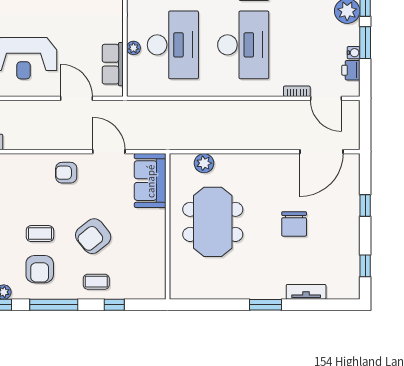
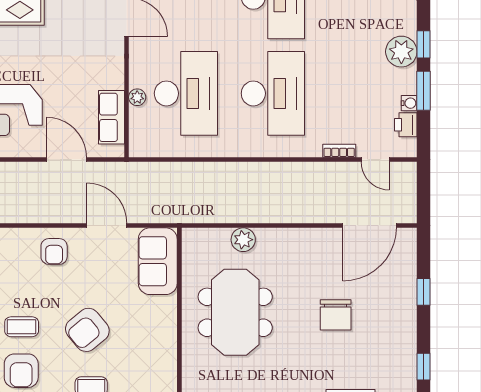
door: (326, 98) -> (375, 160), width x0.73
plant: (204, 163) -> (243, 240), moved
armchair: (66, 173) -> (54, 251), turned -90

